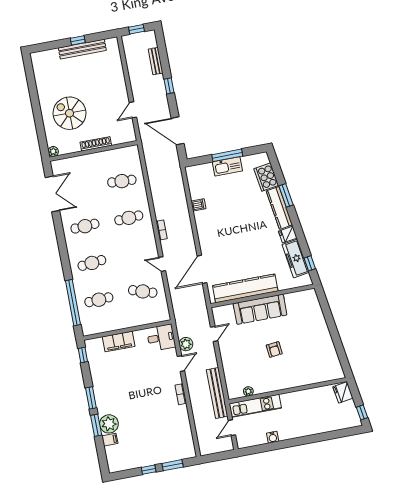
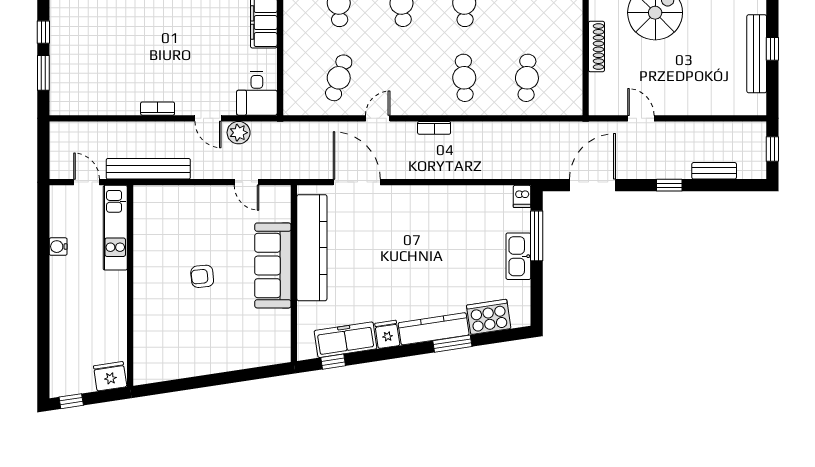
window: (227, 155) -> (537, 236), moved
dishwasher: (198, 205) -> (522, 196), moved
plant: (248, 391) -> (141, 221), removed

